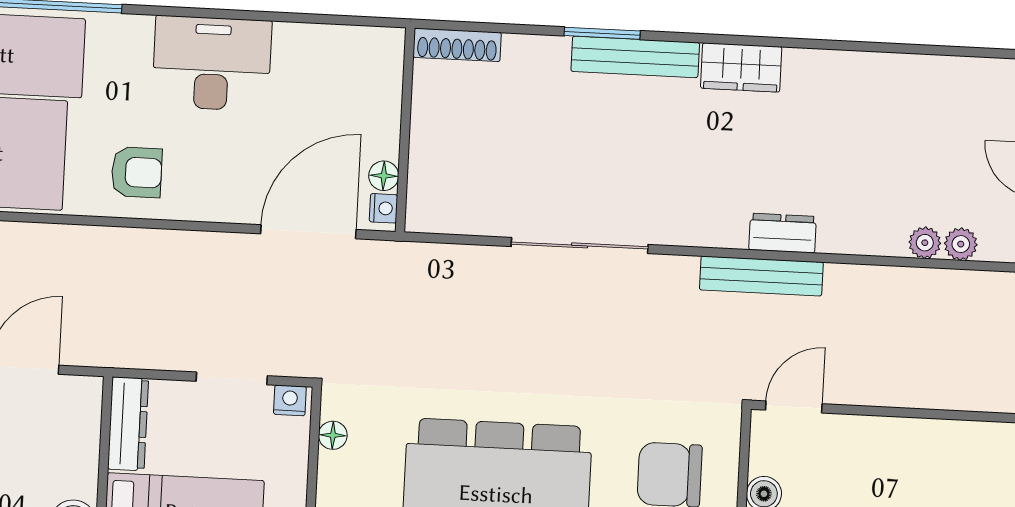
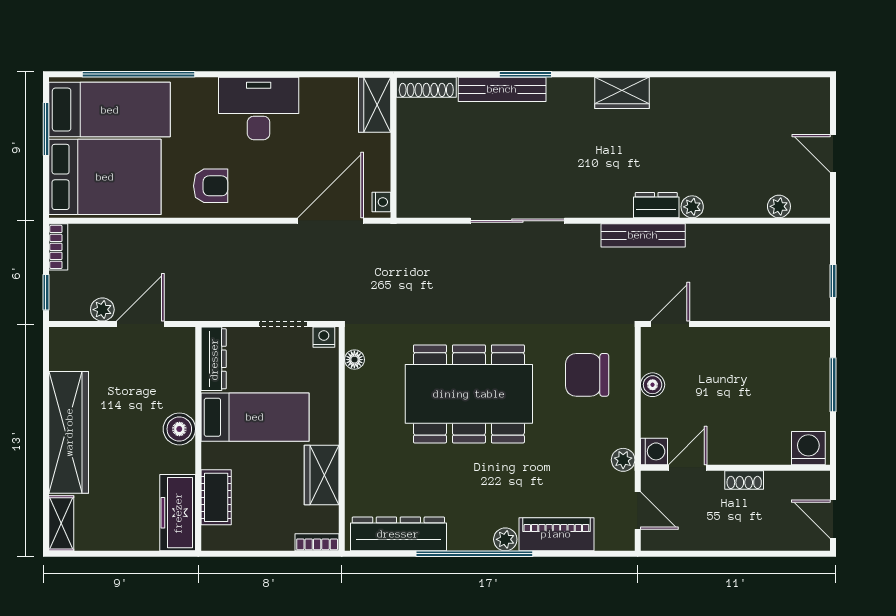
bench: (635, 57) -> (502, 89), moved
wardrobe: (381, 67) -> (375, 105), added
floor lamp: (384, 176) -> (380, 180), removed
plant: (925, 243) -> (692, 207), moved

